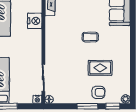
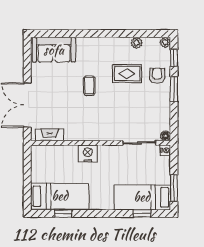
nightstand: (35, 21) -> (88, 154), moved
rug: (100, 68) -> (127, 74), turned 90
plant: (125, 76) -> (137, 43), added

